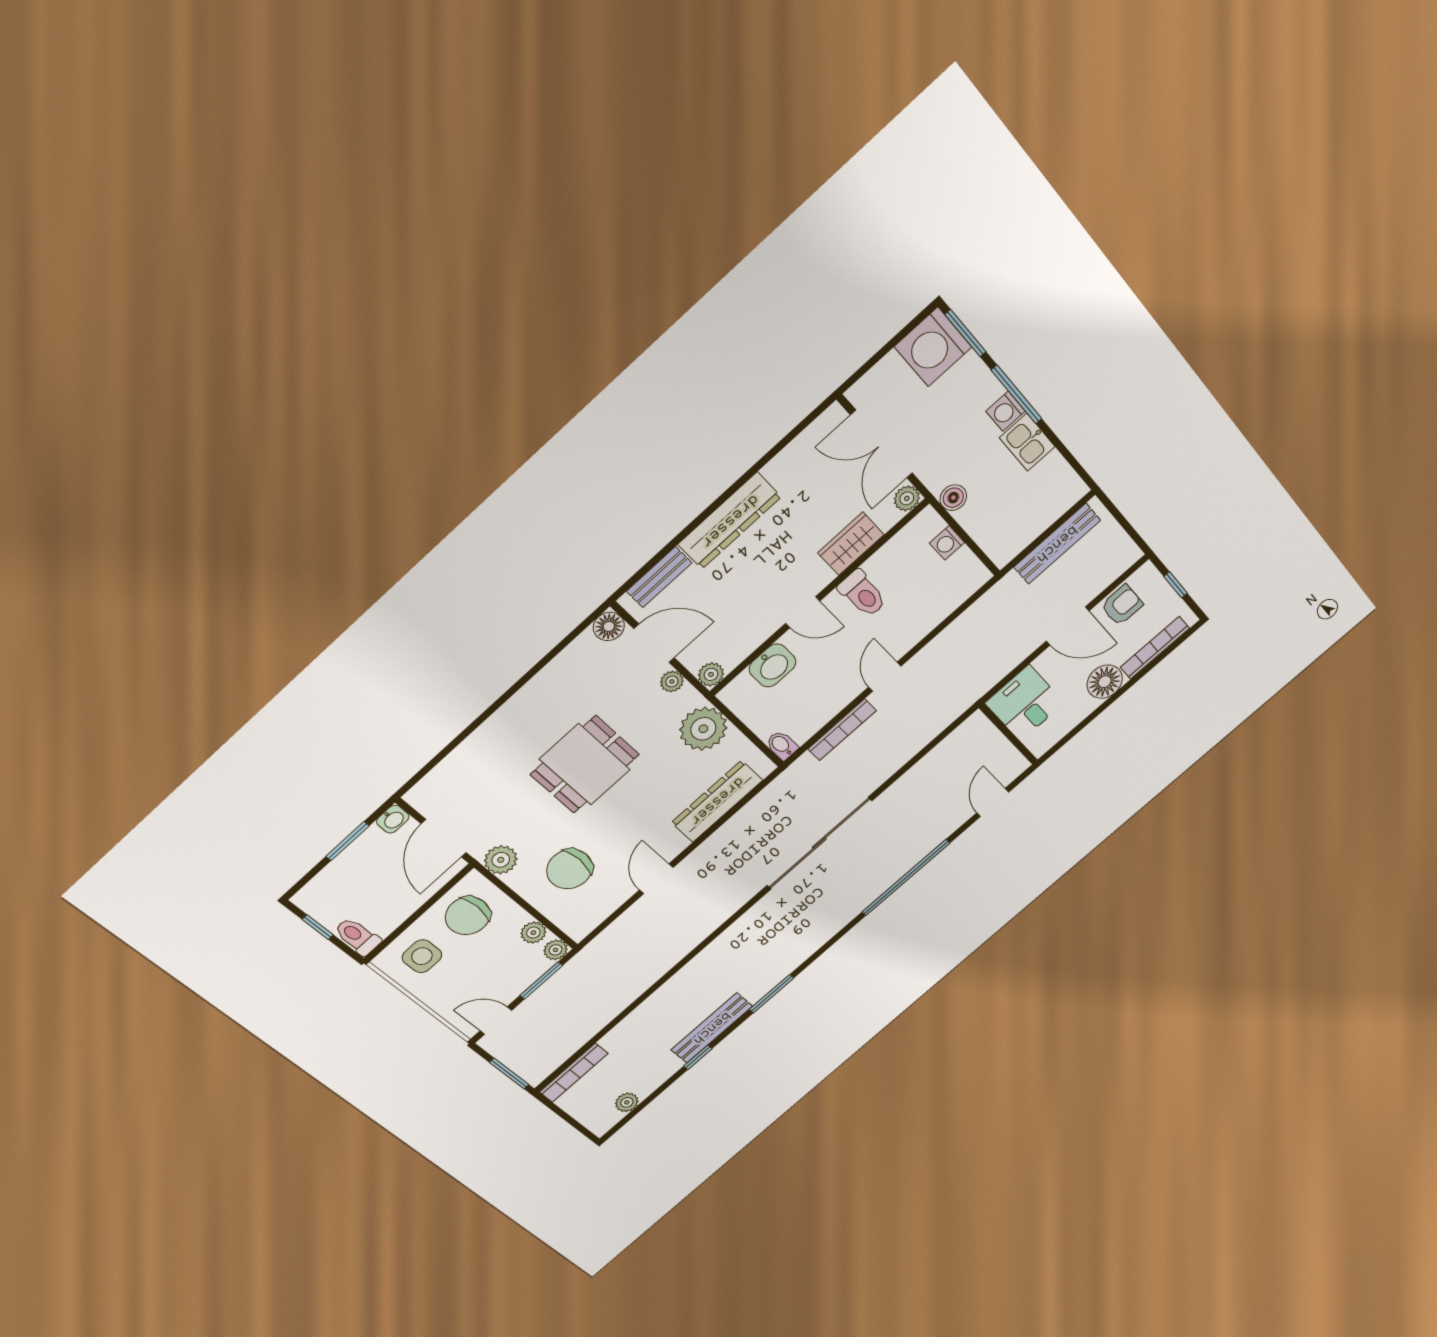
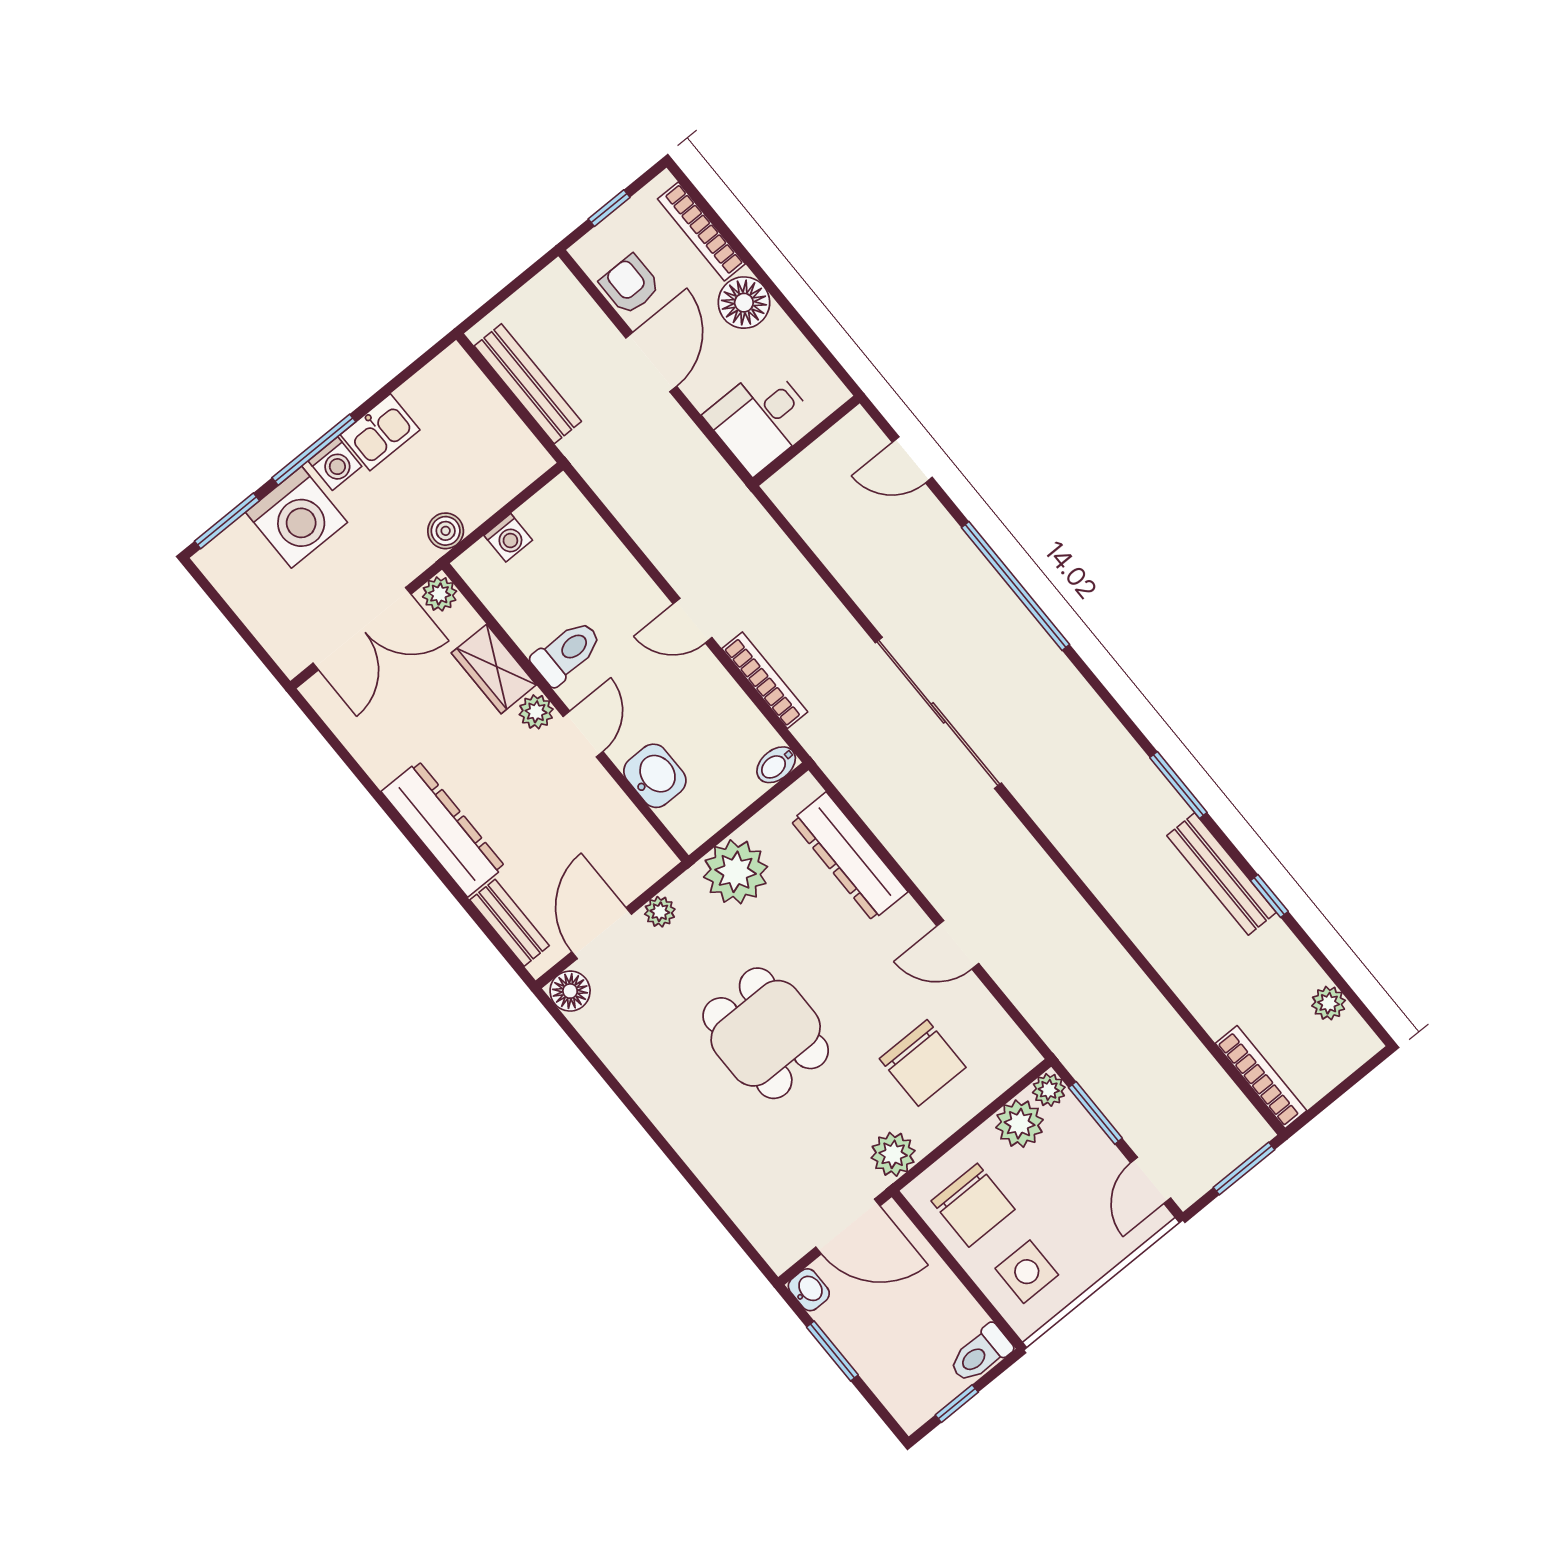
washing machine: (933, 347) -> (297, 517), moved
plant: (711, 674) -> (536, 712), moved
plant: (533, 933) -> (1020, 1124), width x1.38, depth x1.38

